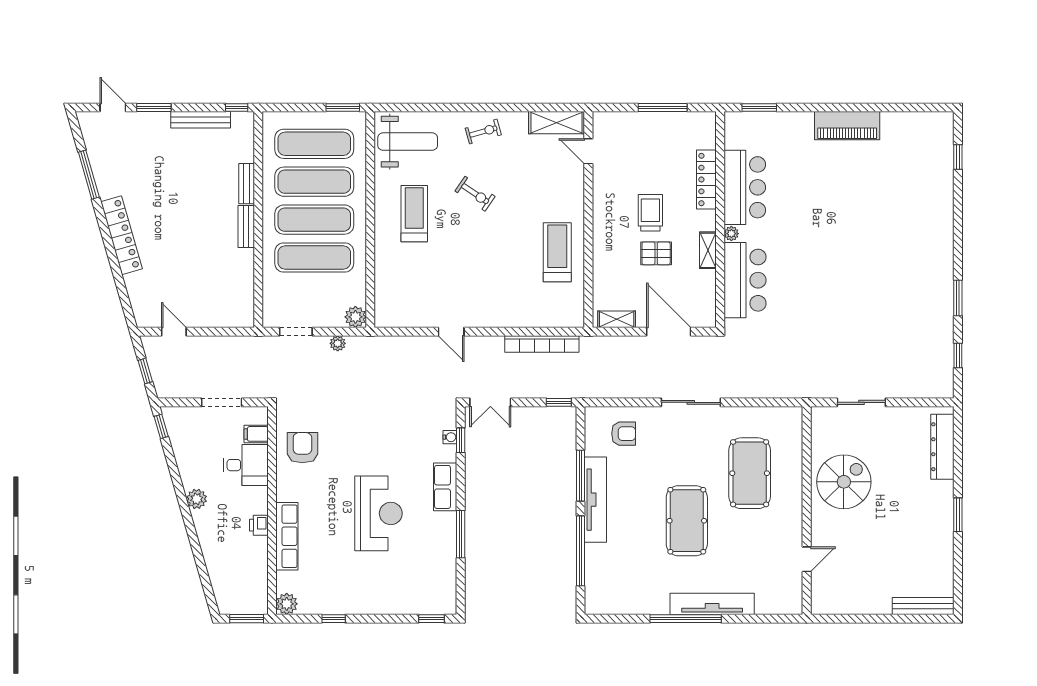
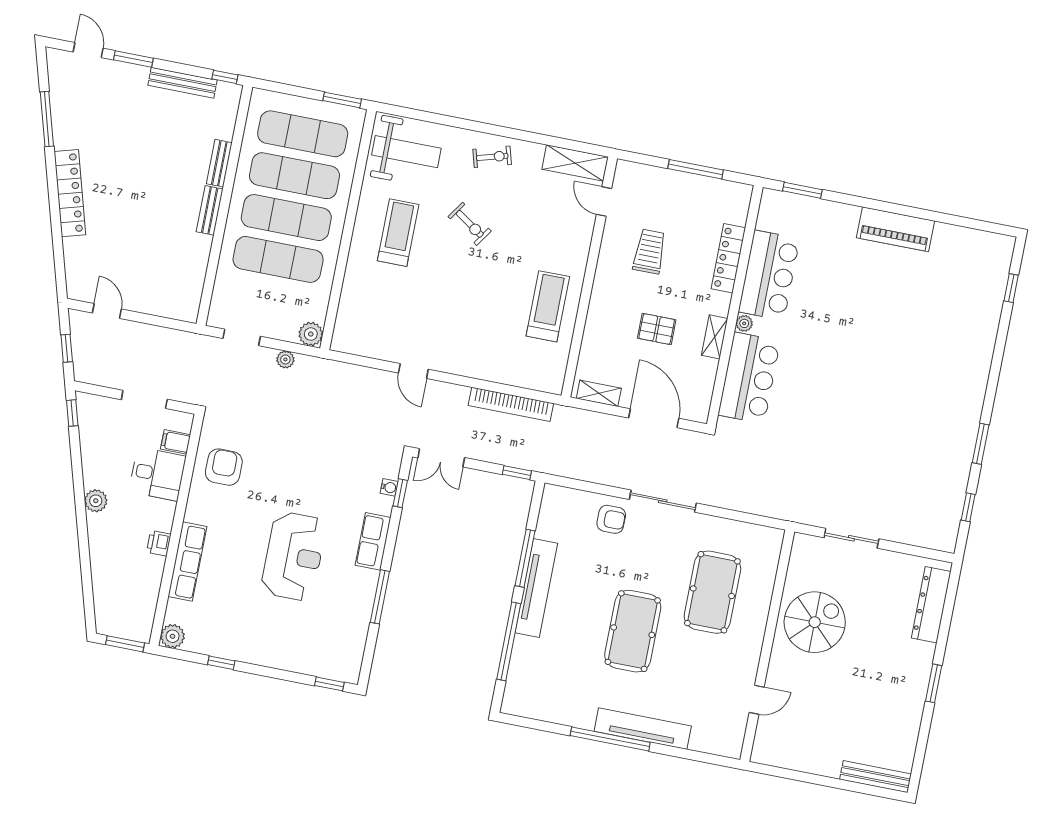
trolley: (650, 213) -> (649, 252), moved
armchair: (624, 434) -> (611, 519), moved

